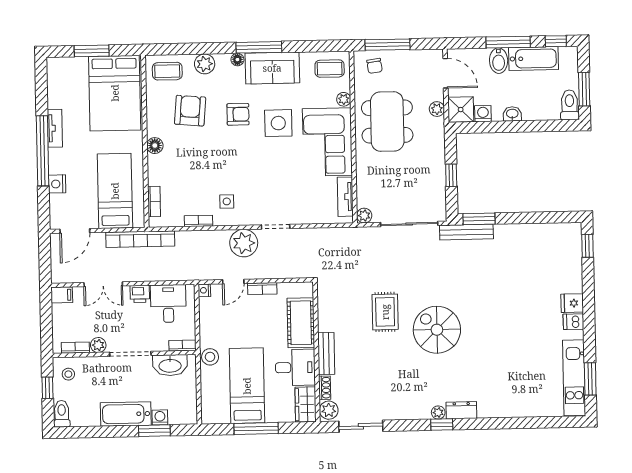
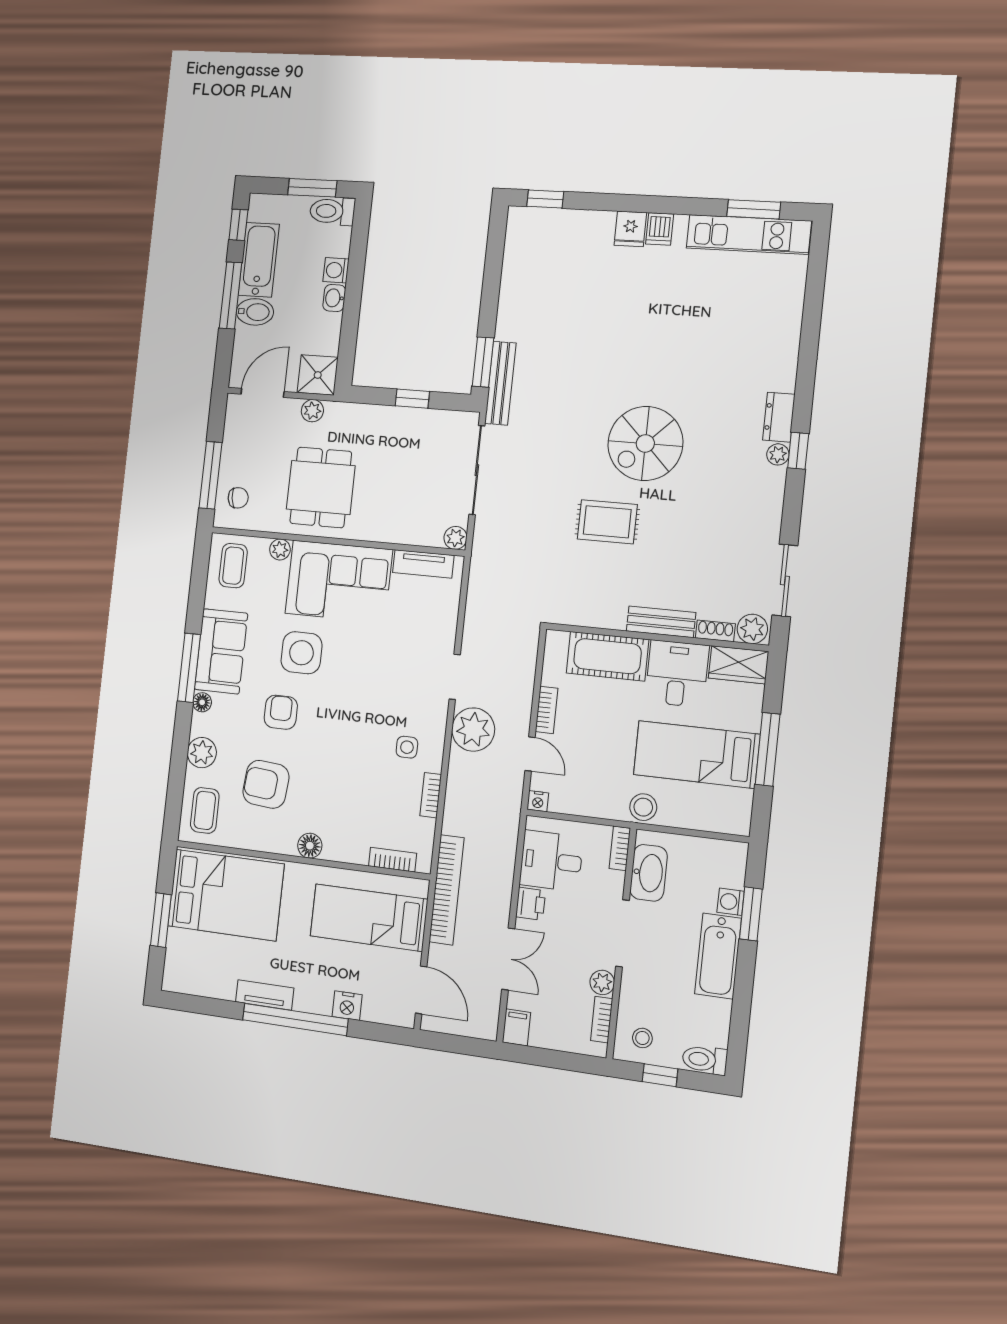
washing machine: (483, 114) -> (336, 270), moved
dining table: (387, 122) -> (321, 487), width x0.73

